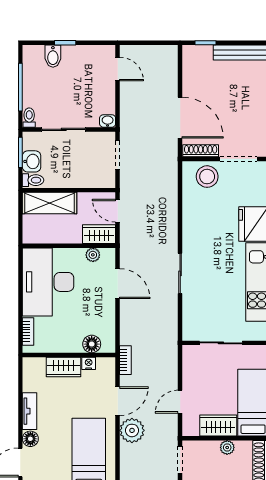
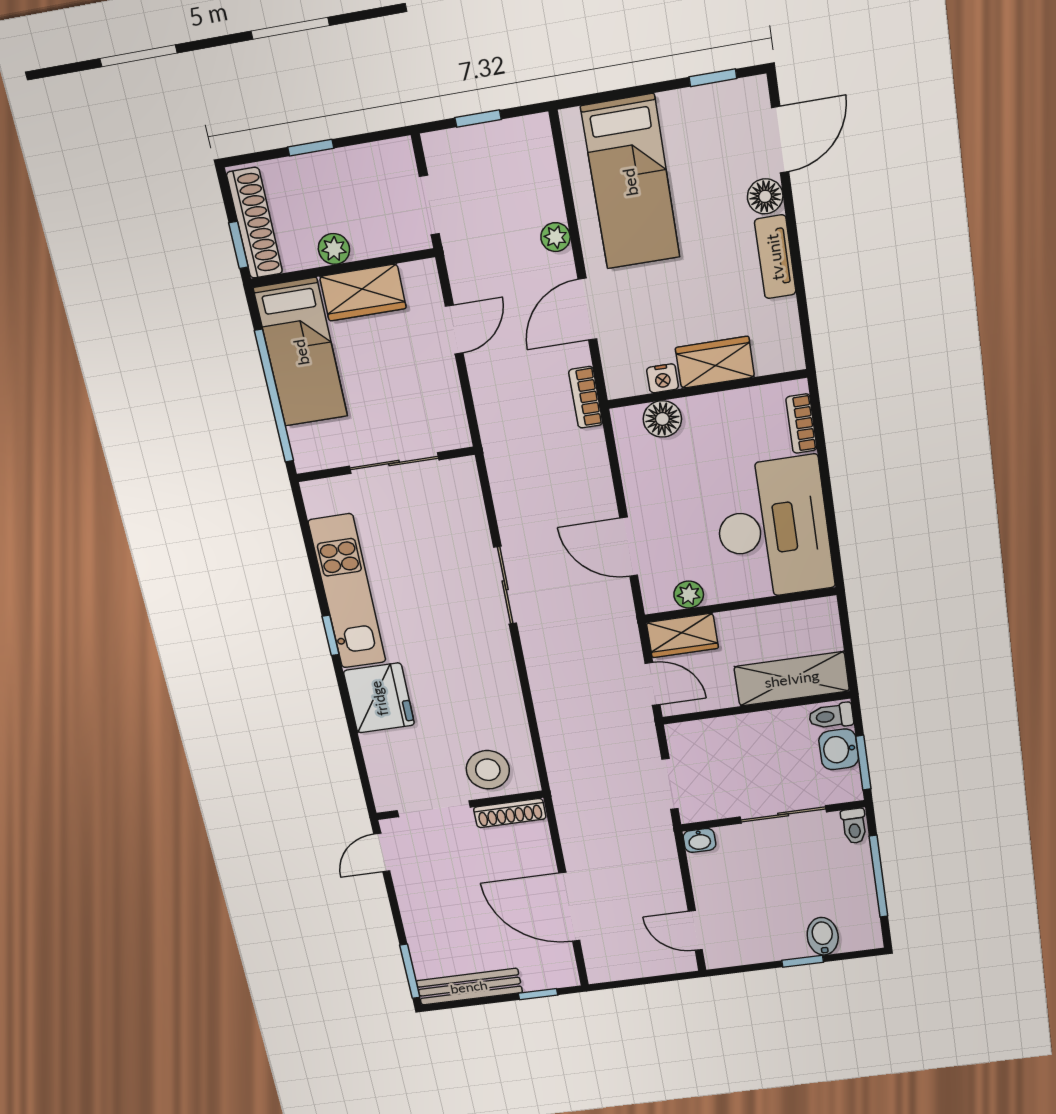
door: (180, 118) -> (569, 907), moved
plant: (132, 430) -> (556, 237), width x0.53, depth x0.53

